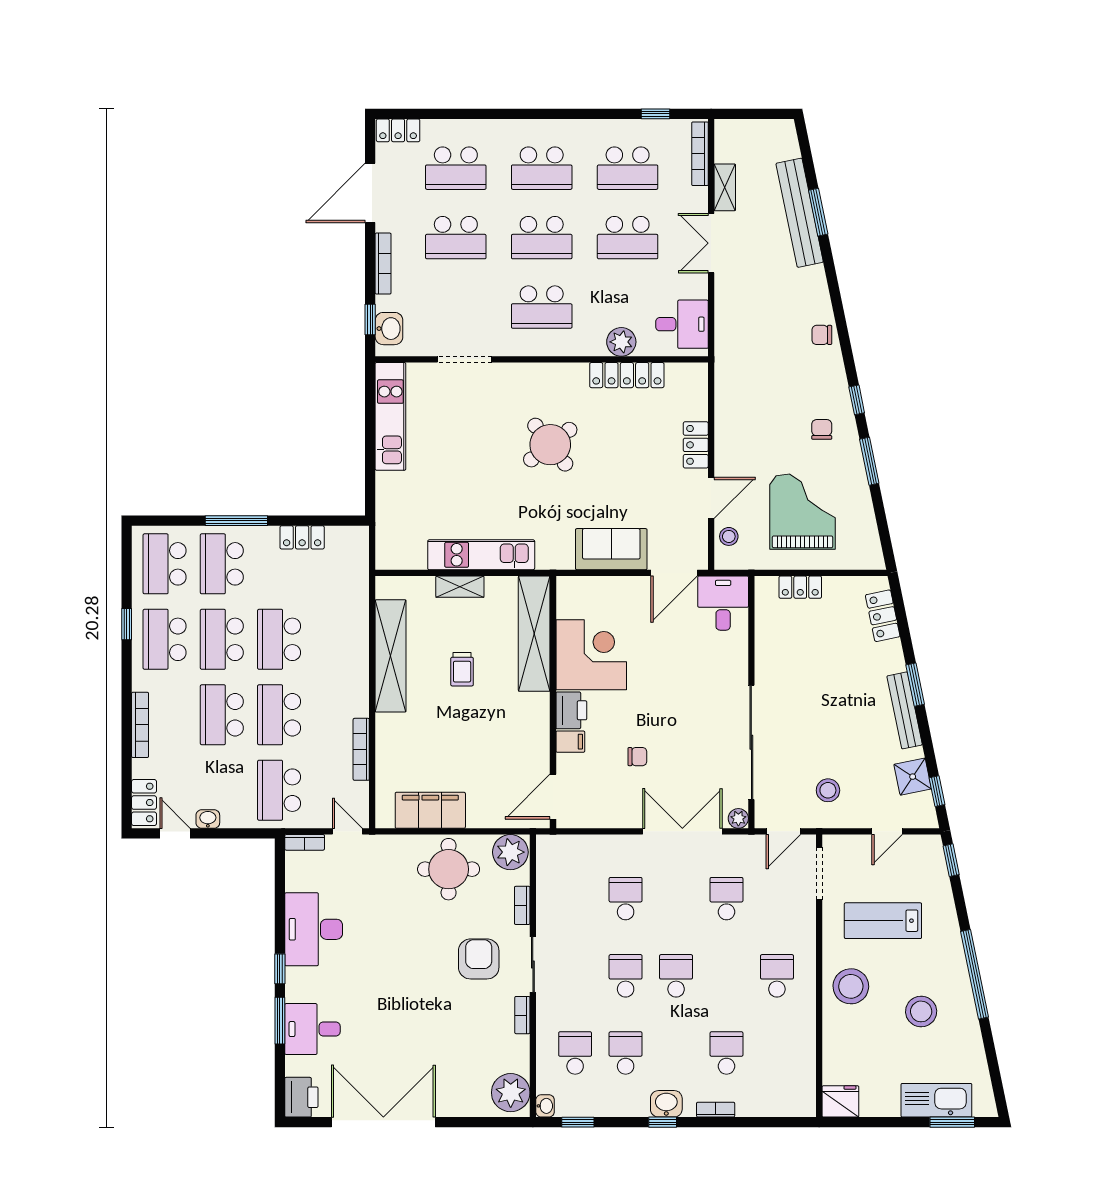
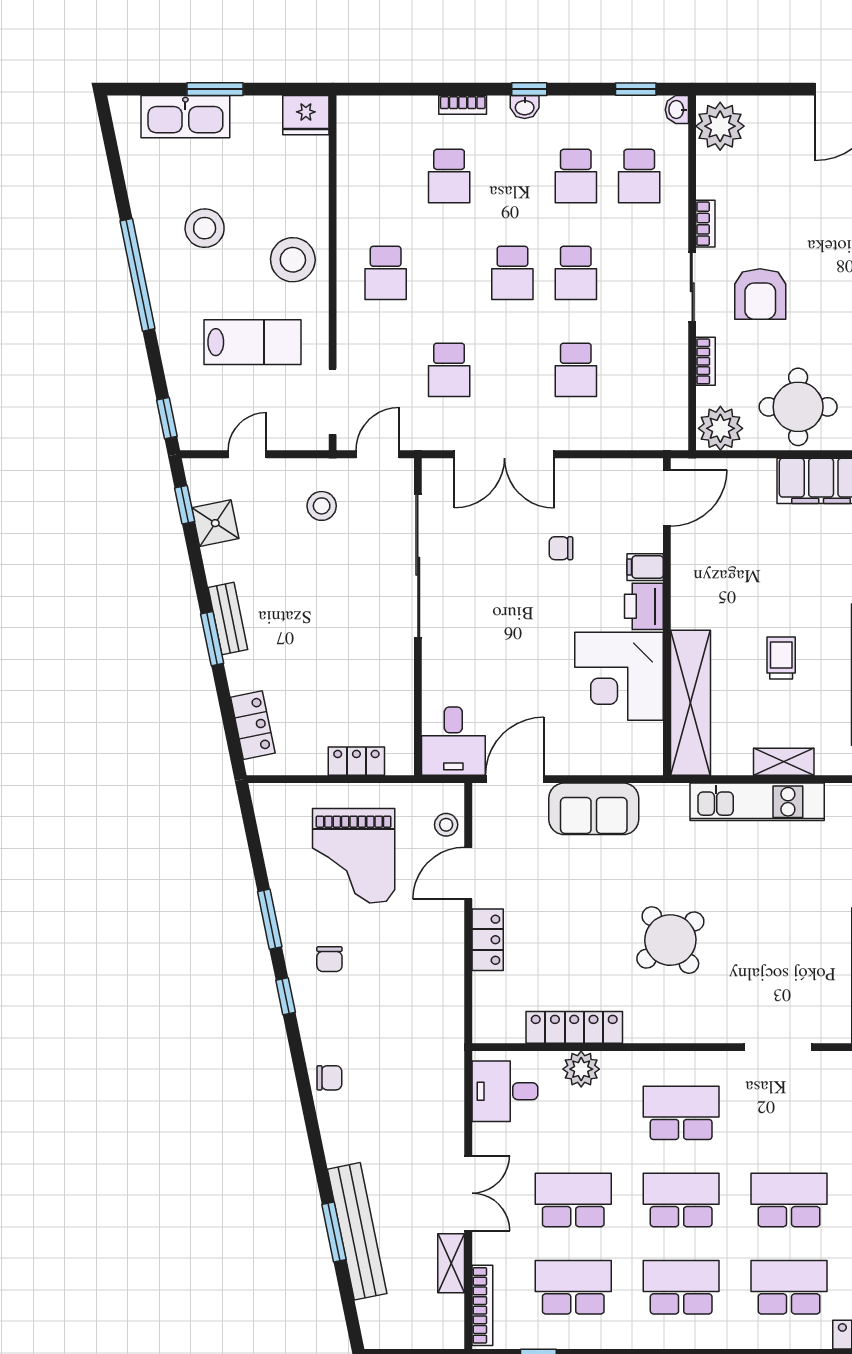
bench: (905, 710) -> (228, 619), width x0.73
plant: (738, 818) -> (434, 471), removed
washbasin: (666, 1104) -> (525, 107), width x0.72, depth x0.69
window: (952, 1122) -> (215, 89), moved

